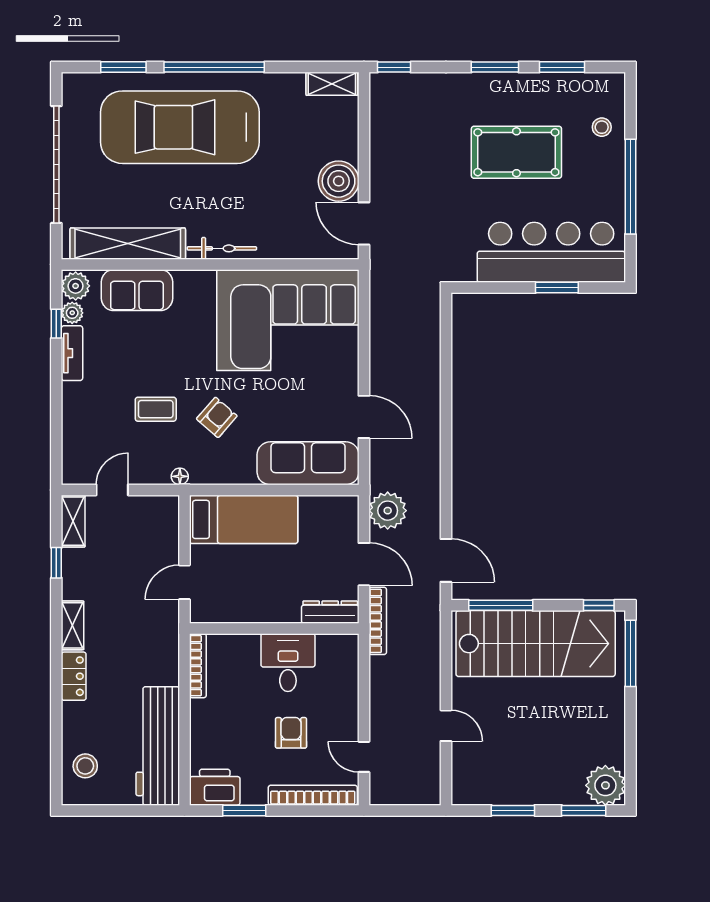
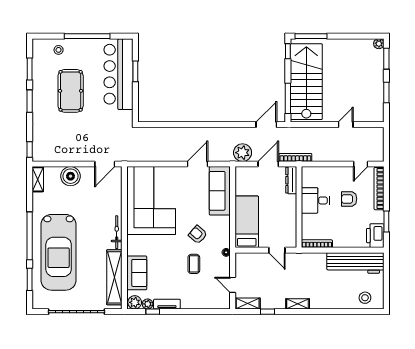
boiler: (339, 181) -> (70, 176), moved
locker: (74, 676) -> (322, 303), removed
plant: (605, 785) -> (379, 44), width x0.53, depth x0.53

